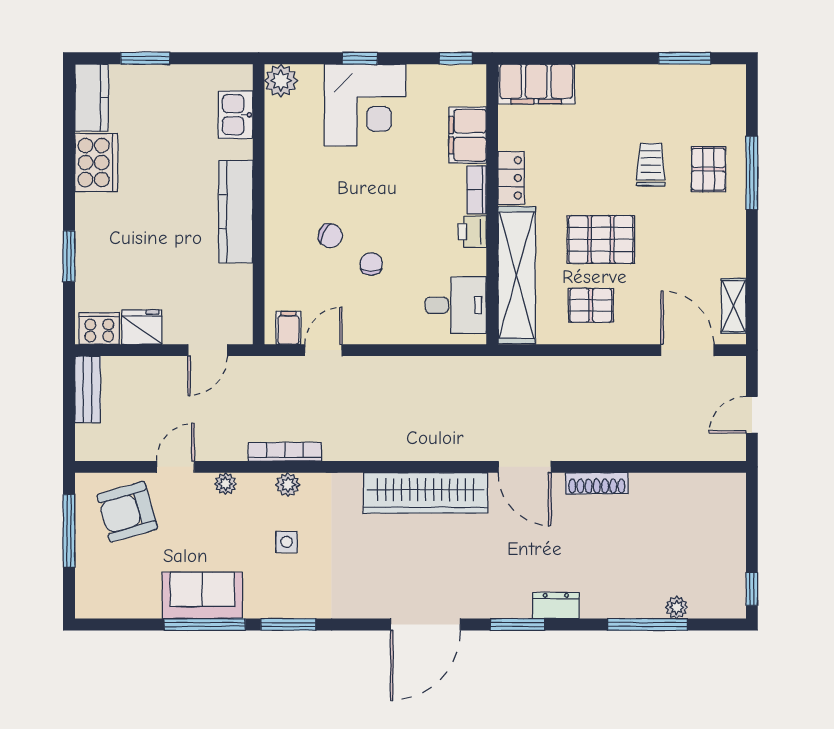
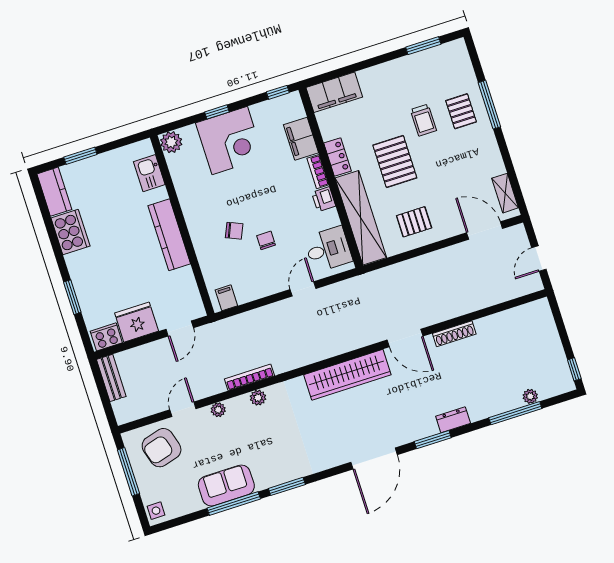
trolley: (651, 165) -> (423, 120), turned 180
pallet: (601, 239) -> (395, 161), moved, turned 90
fridge: (142, 327) -> (137, 322), width x1.36, depth x1.34
door: (324, 350) -> (303, 289), moved
side table: (286, 542) -> (156, 511), moved

